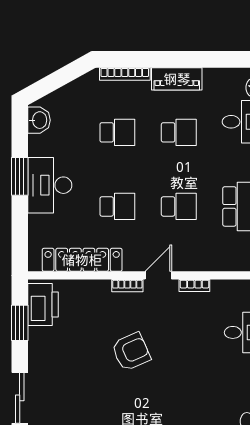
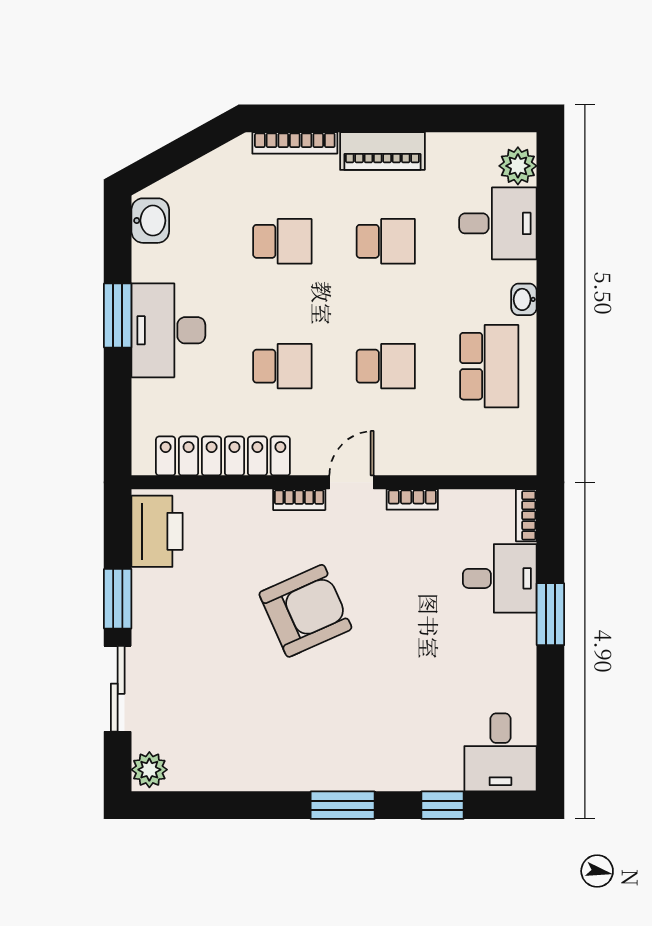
window: (20, 323) -> (118, 599), moved
armchair: (131, 352) -> (305, 611), width x1.36, depth x1.36

